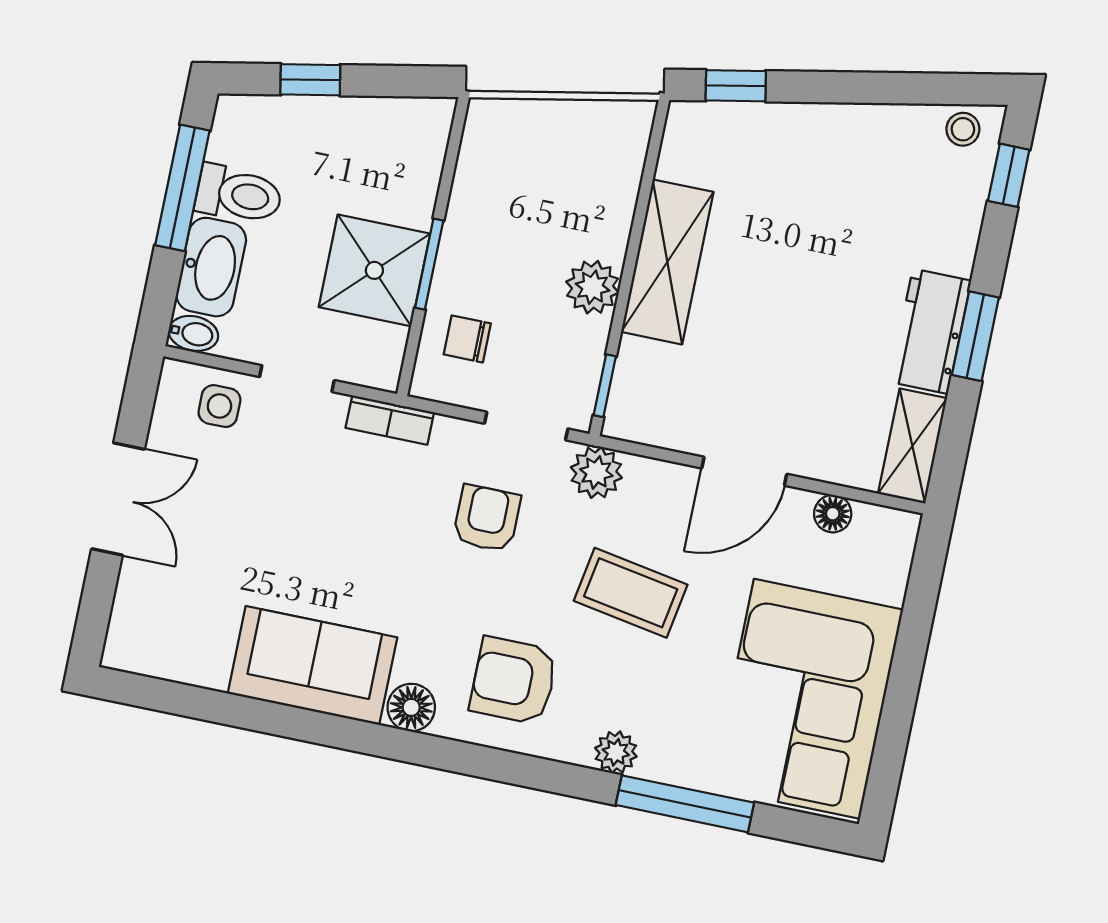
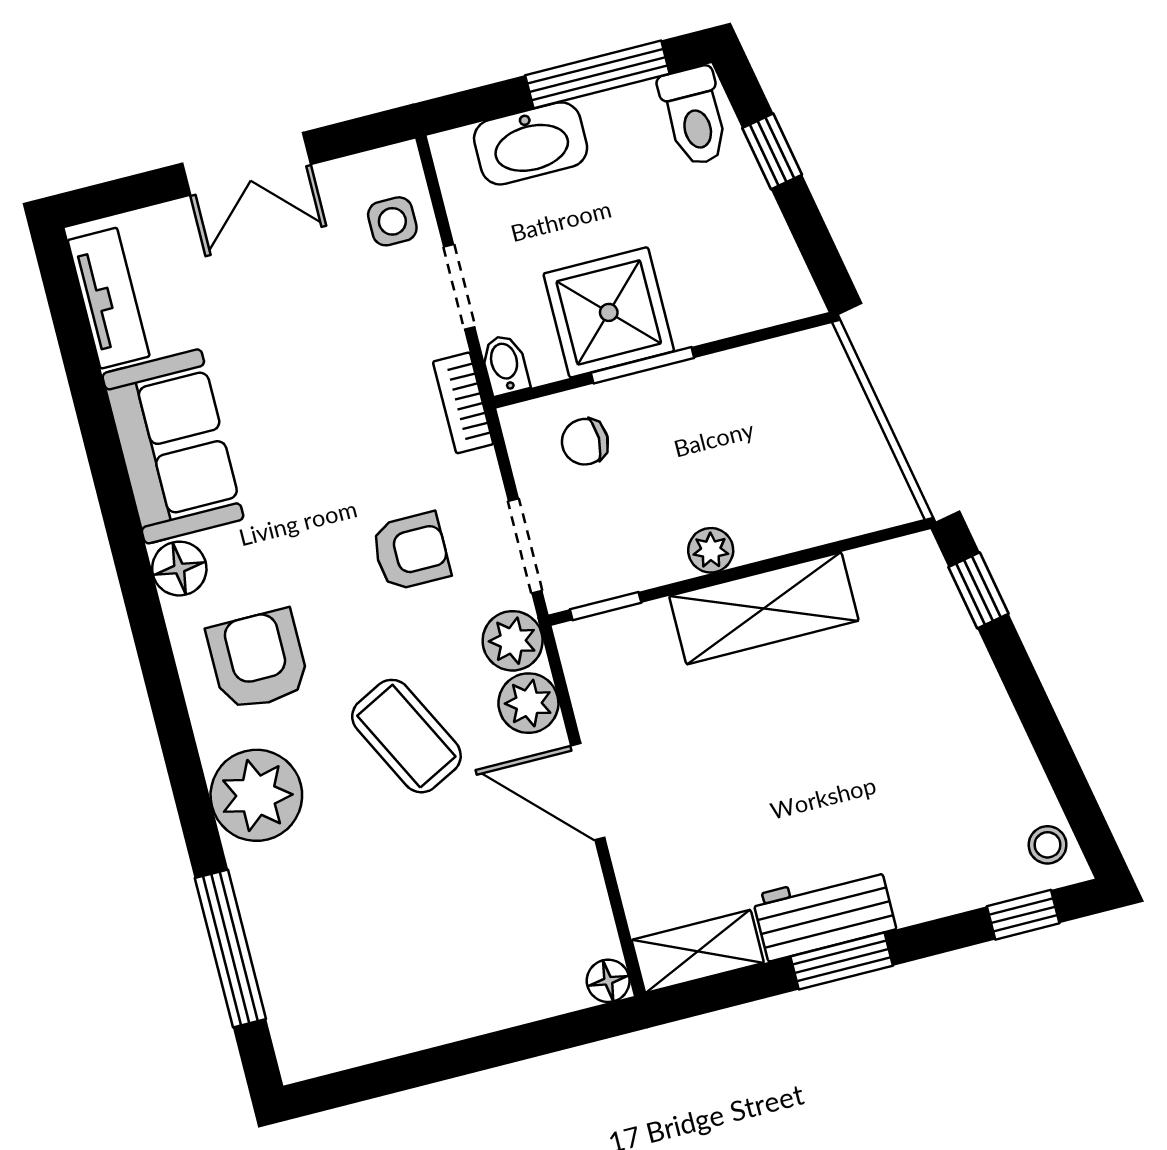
toilet: (239, 194) -> (694, 116), moved
plant: (592, 287) -> (711, 550), width x0.73, depth x0.73
bidet: (193, 333) -> (505, 365), moved, turned 180
chair: (467, 339) -> (585, 442), turned -90
plant: (652, 484) -> (528, 703), added
floor lamp: (833, 514) -> (608, 981), moved
coffee table: (631, 593) -> (406, 736), turned -37
tv unit: (171, 659) -> (109, 298), added
corner sofa: (807, 699) -> (386, 970), removed
plant: (616, 752) -> (256, 795), width x1.88, depth x1.88
window: (685, 804) -> (230, 948), moved

